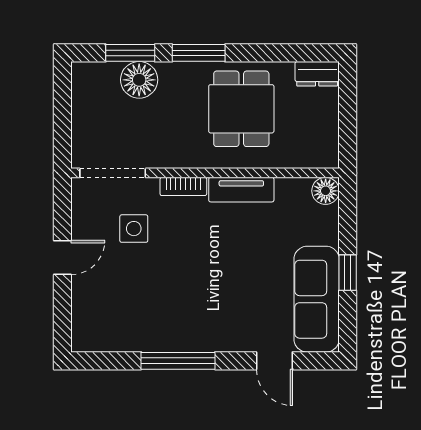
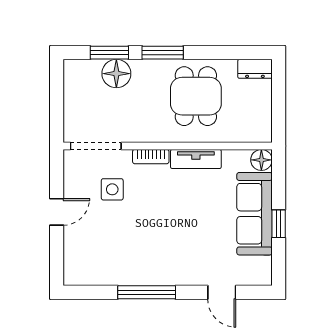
sofa: (317, 299) -> (254, 214), moved

